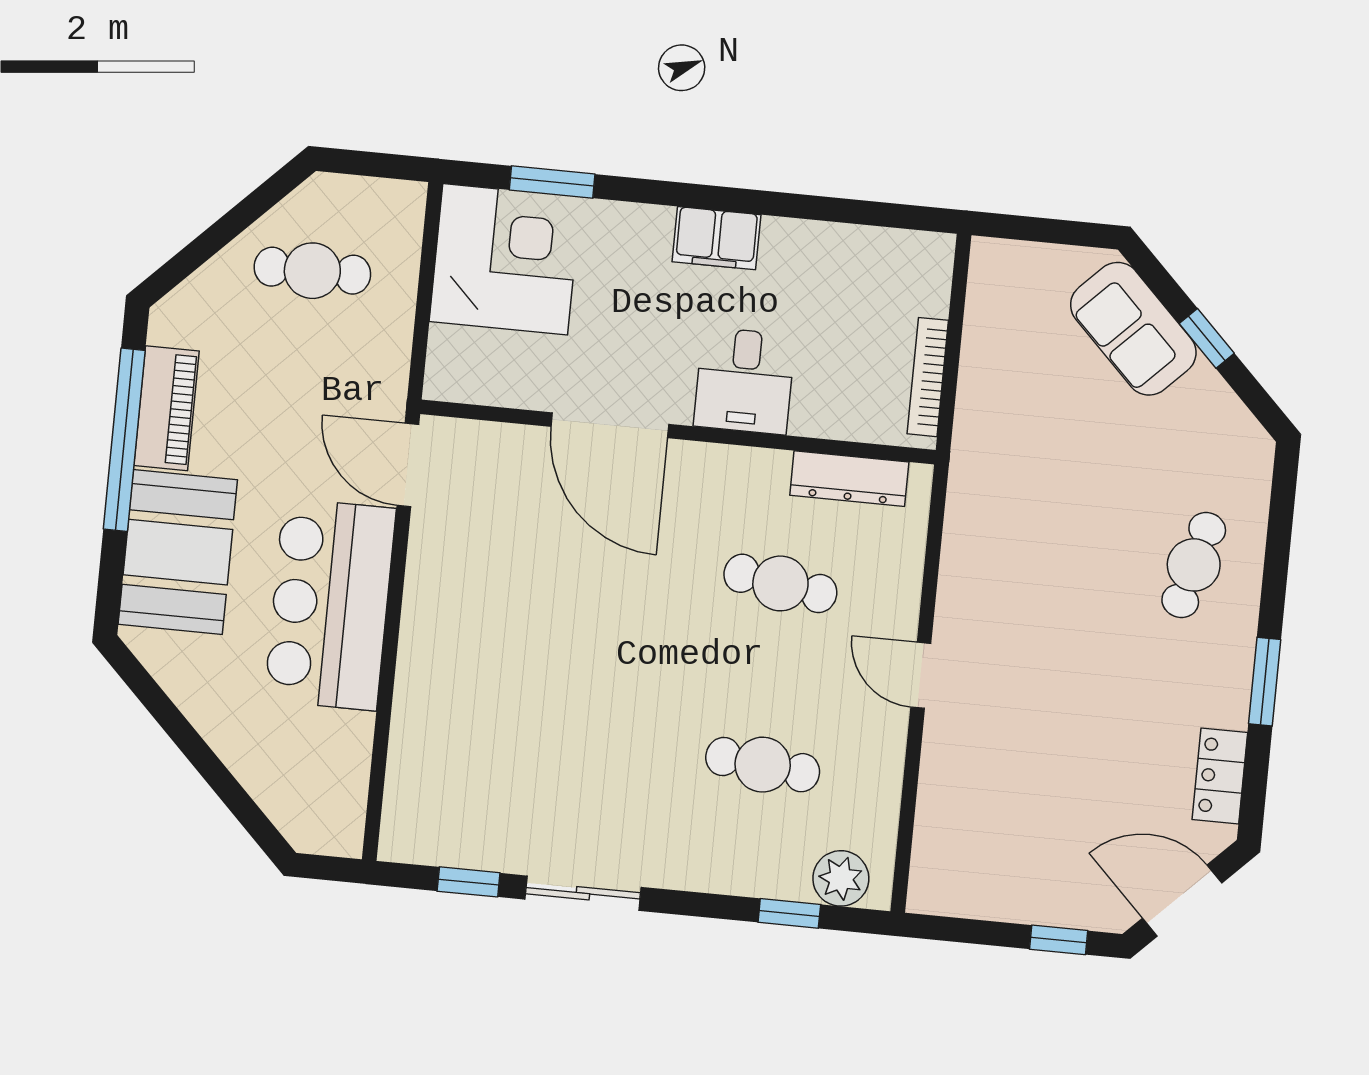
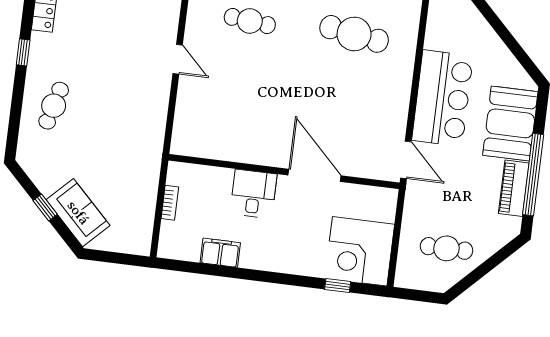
window: (552, 182) -> (338, 285), width x0.67
filing cabinet: (716, 238) -> (220, 253), moved
bookcase: (928, 377) -> (170, 203), width x0.64
dresser: (849, 479) -> (207, 149), removed
cafe table: (780, 583) -> (354, 34), moved, width x1.37, depth x1.35
window: (1265, 682) -> (23, 52), width x0.67

